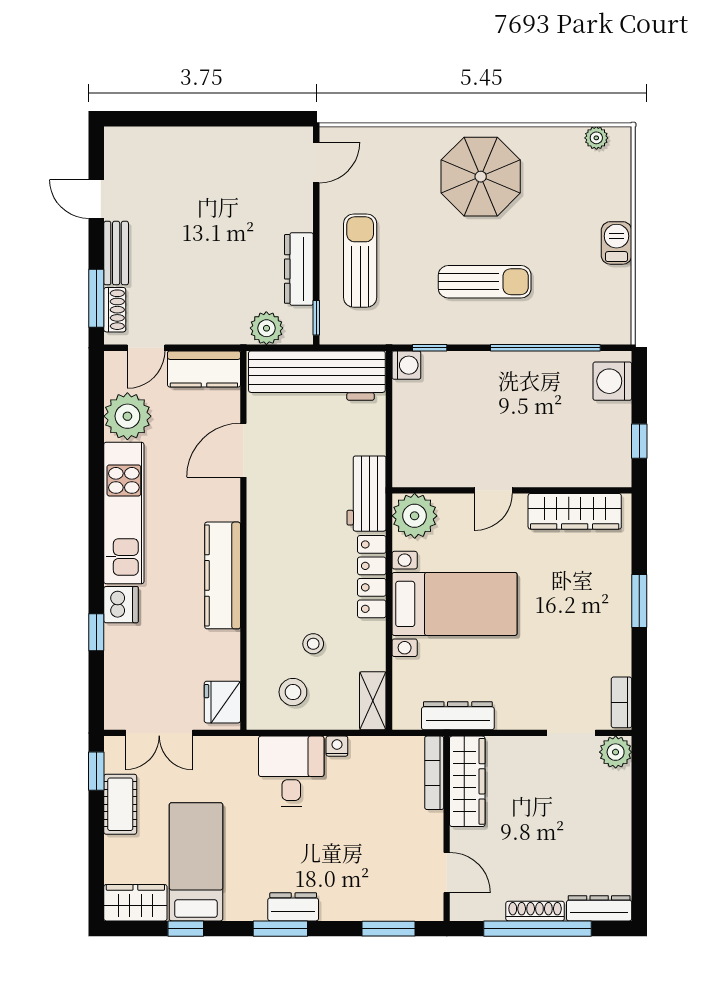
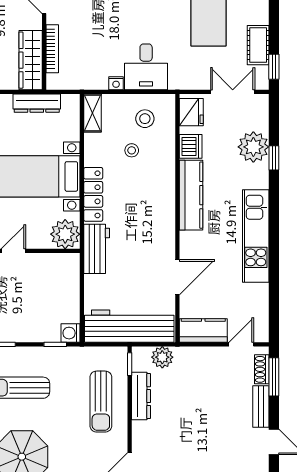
plant: (127, 416) -> (253, 147), moved
dishwasher: (121, 605) -> (191, 146), moved, turned 180
bookcase: (434, 773) -> (52, 49), moved

